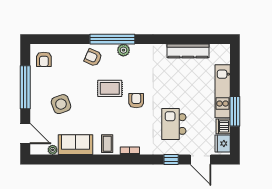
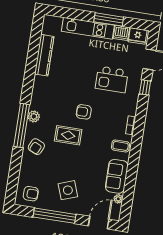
rug: (110, 88) -> (68, 135), turned 90
side table: (61, 104) -> (68, 190), moved

